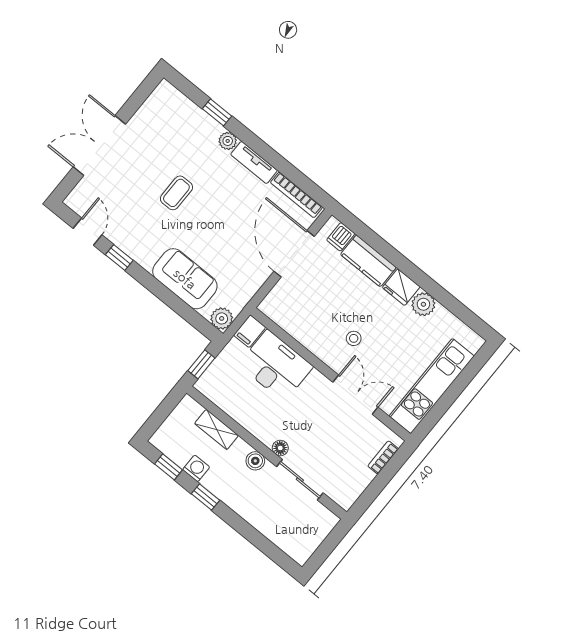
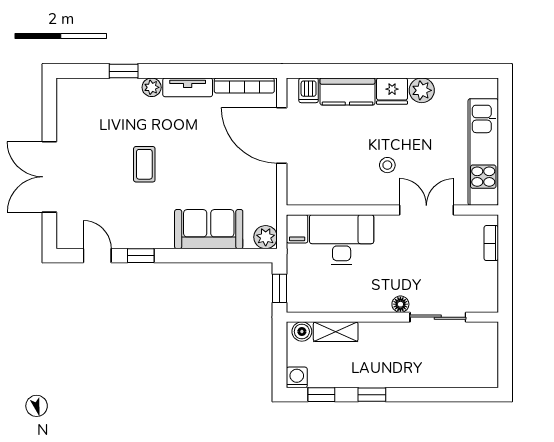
boiler: (255, 461) -> (302, 332), moved
washing machine: (196, 468) -> (297, 377), moved

